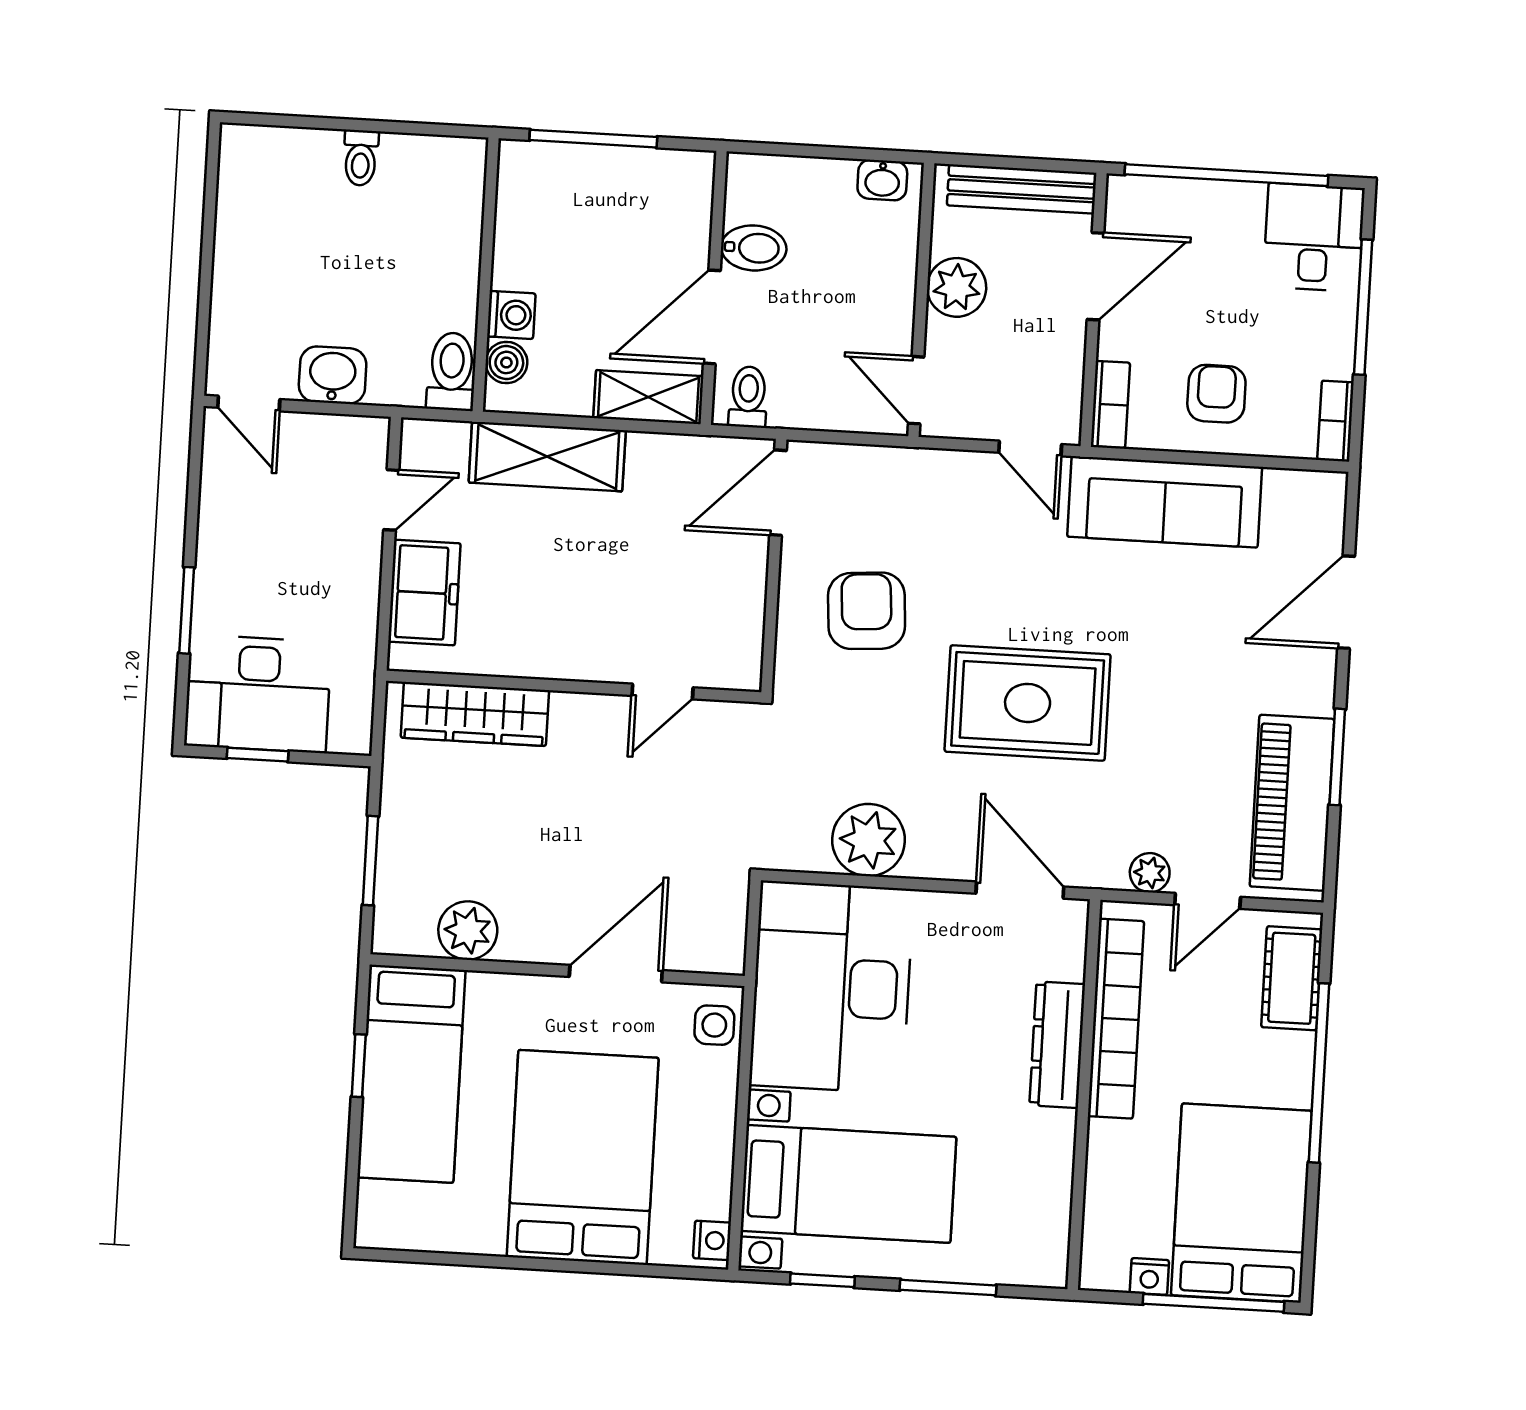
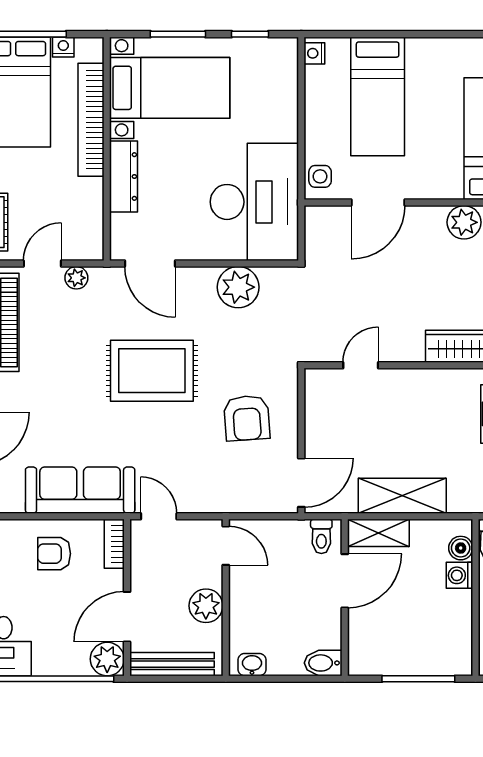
plant: (1134, 204) -> (107, 659), added
bidet: (754, 248) -> (323, 663), moved
armchair: (1216, 394) -> (54, 554), turned 90
shelving: (547, 456) -> (402, 496), moved
bookcase: (1116, 1019) -> (91, 120), moved
bed: (583, 1157) -> (378, 96), width x0.67
bed with nightstands: (848, 1184) -> (170, 88), moved, turned 180

